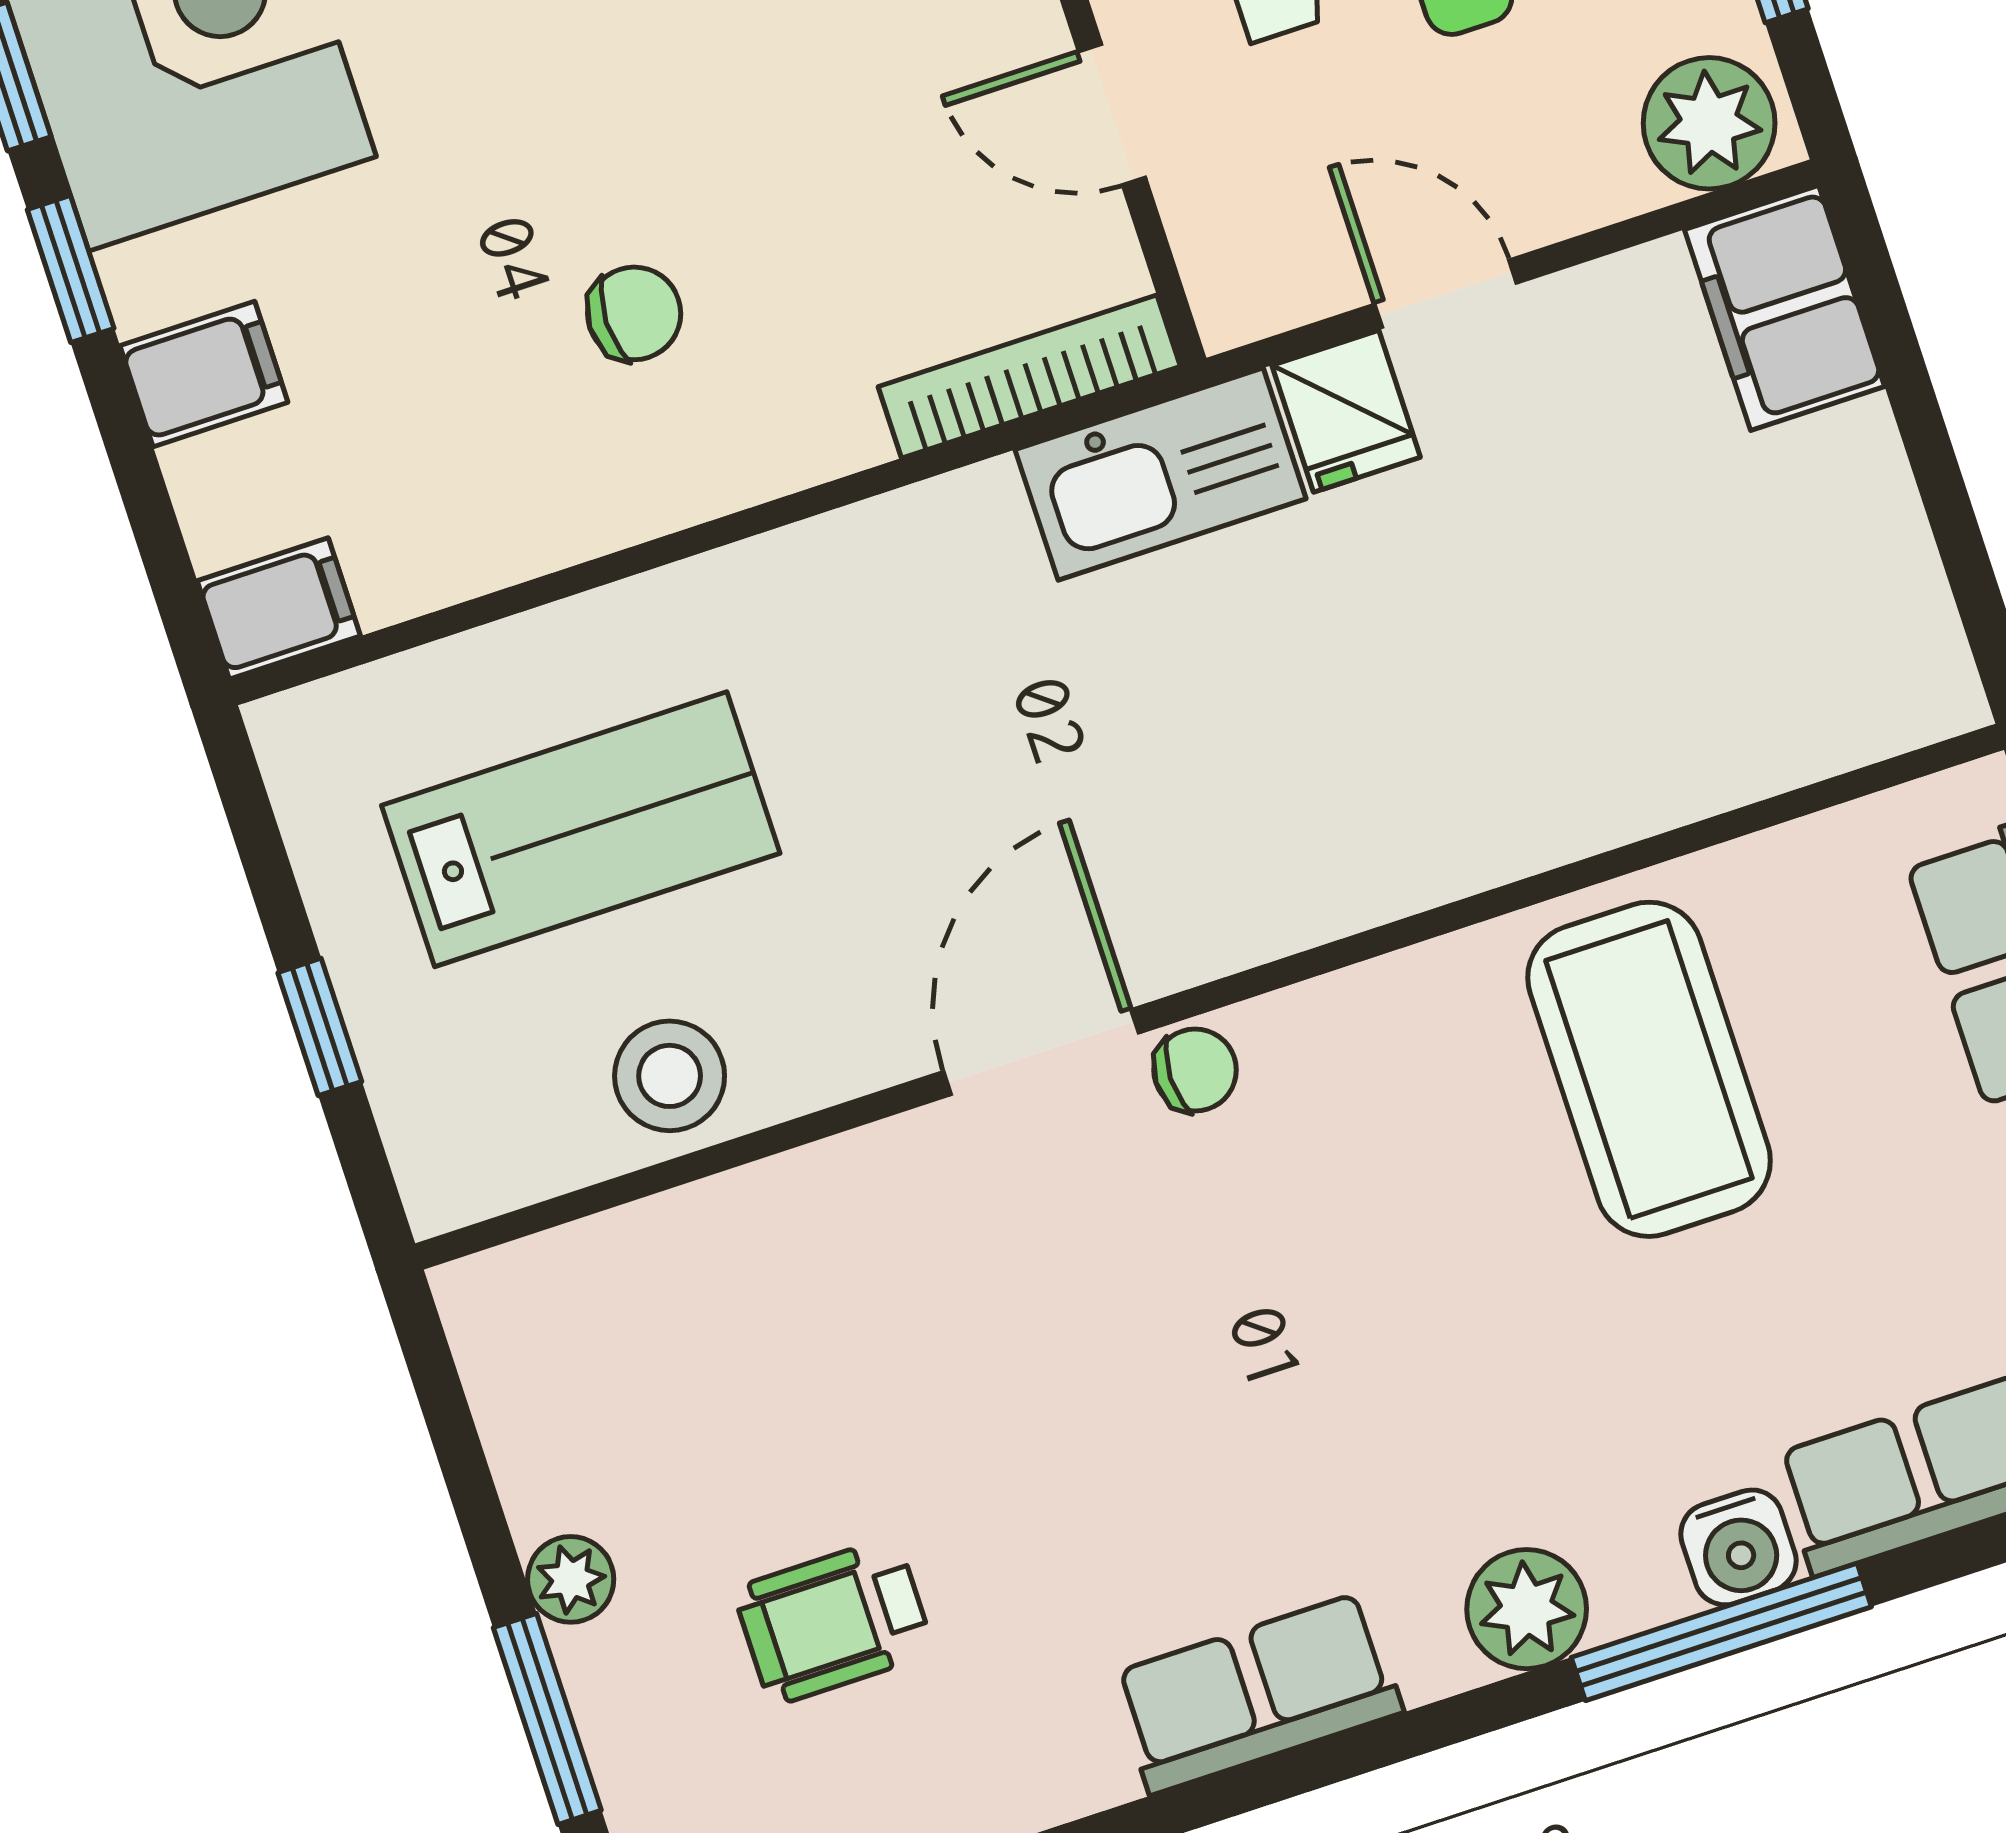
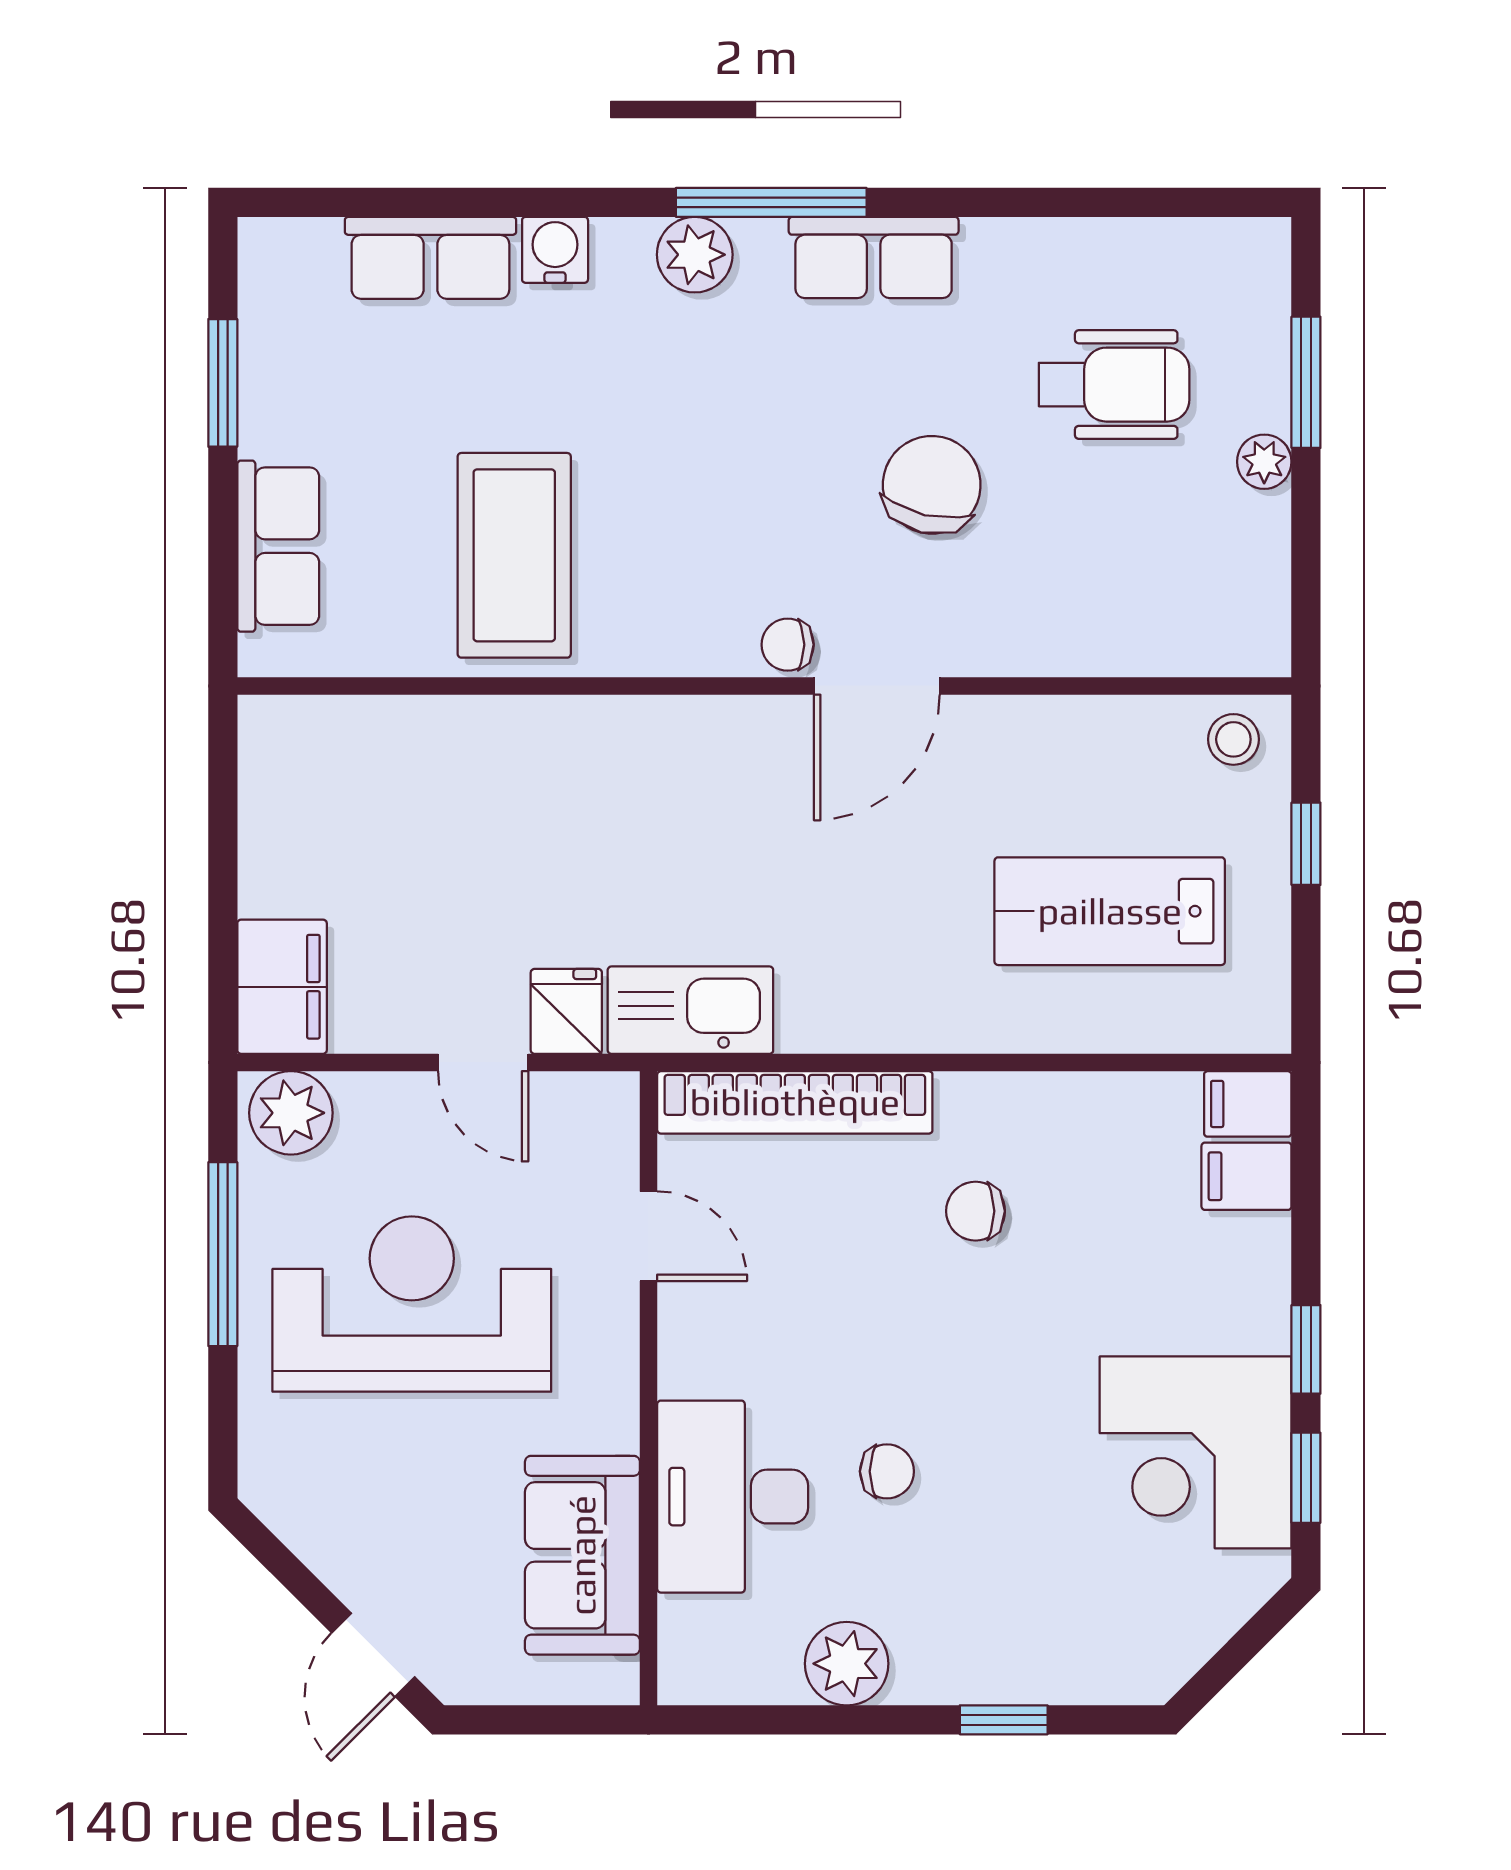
filing cabinet: (204, 374) -> (1246, 1176), moved
bookcase: (1029, 377) -> (795, 1102), width x1.48, depth x1.31
stool: (670, 1076) -> (1233, 739), moved, width x0.73, depth x0.73
chair: (1058, 1381) -> (932, 485), added
wheelchair: (834, 1621) -> (1114, 385), width x1.36, depth x1.37
window: (1721, 1632) -> (771, 202), moved

